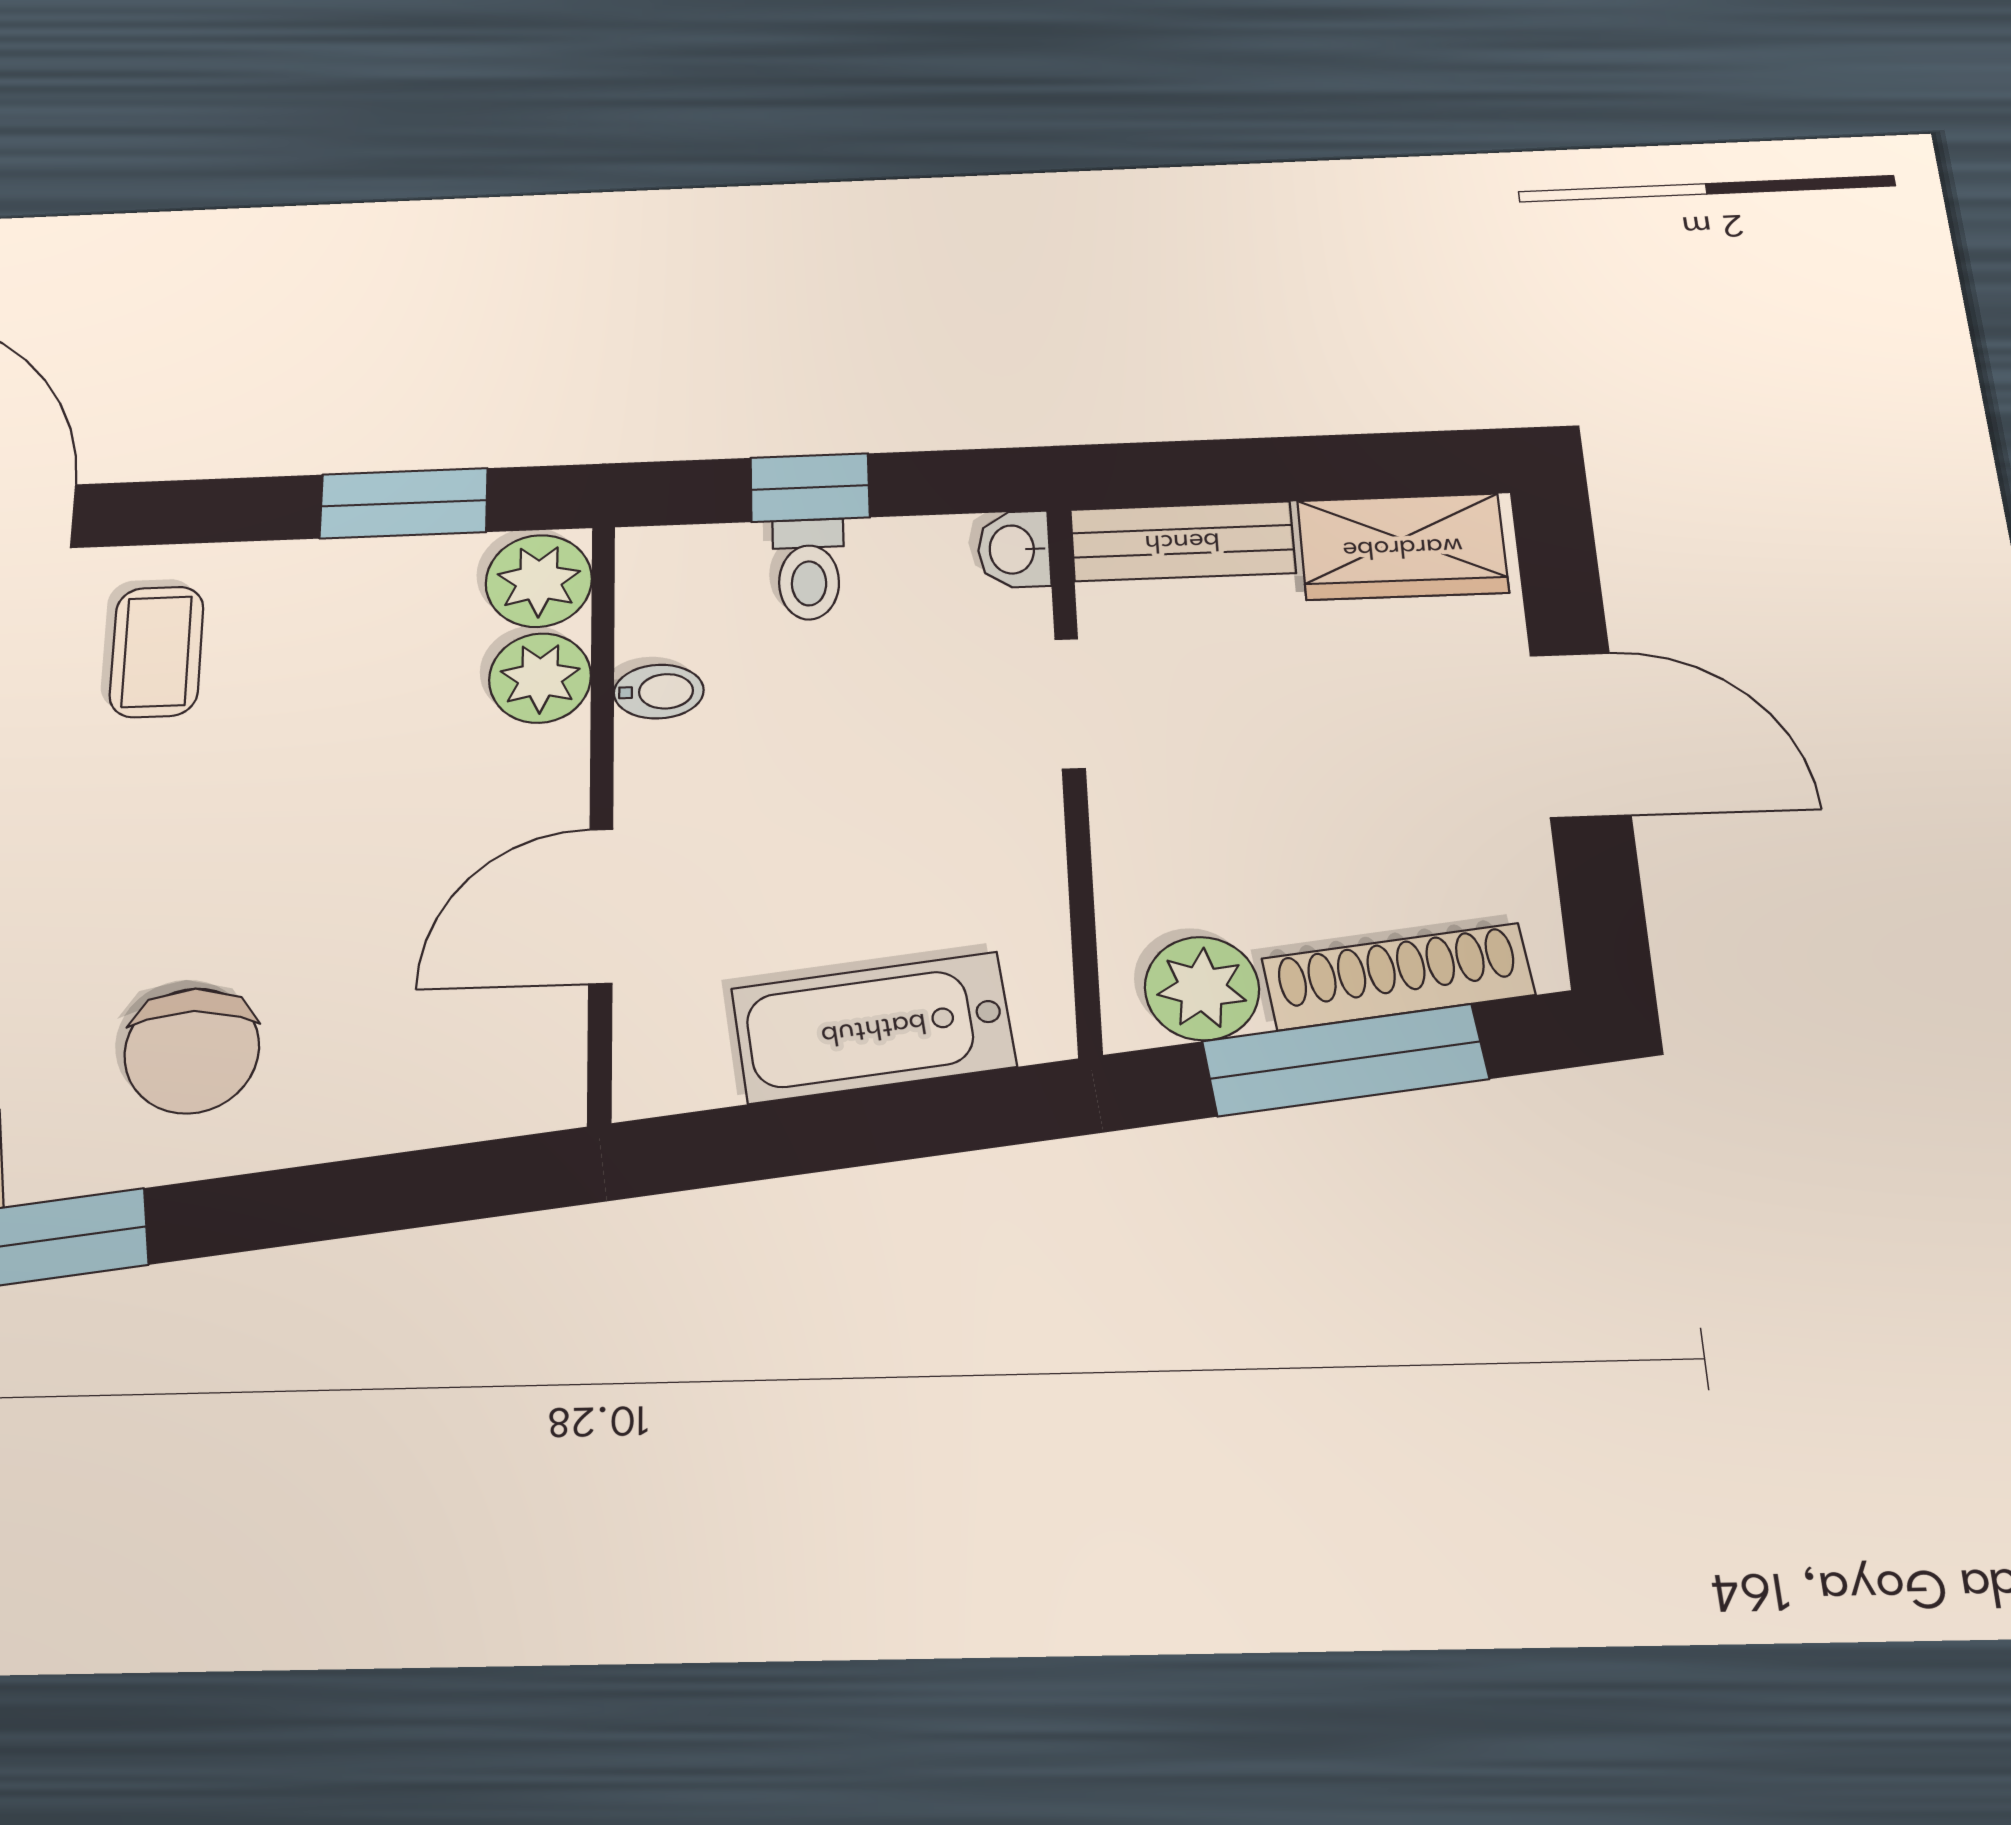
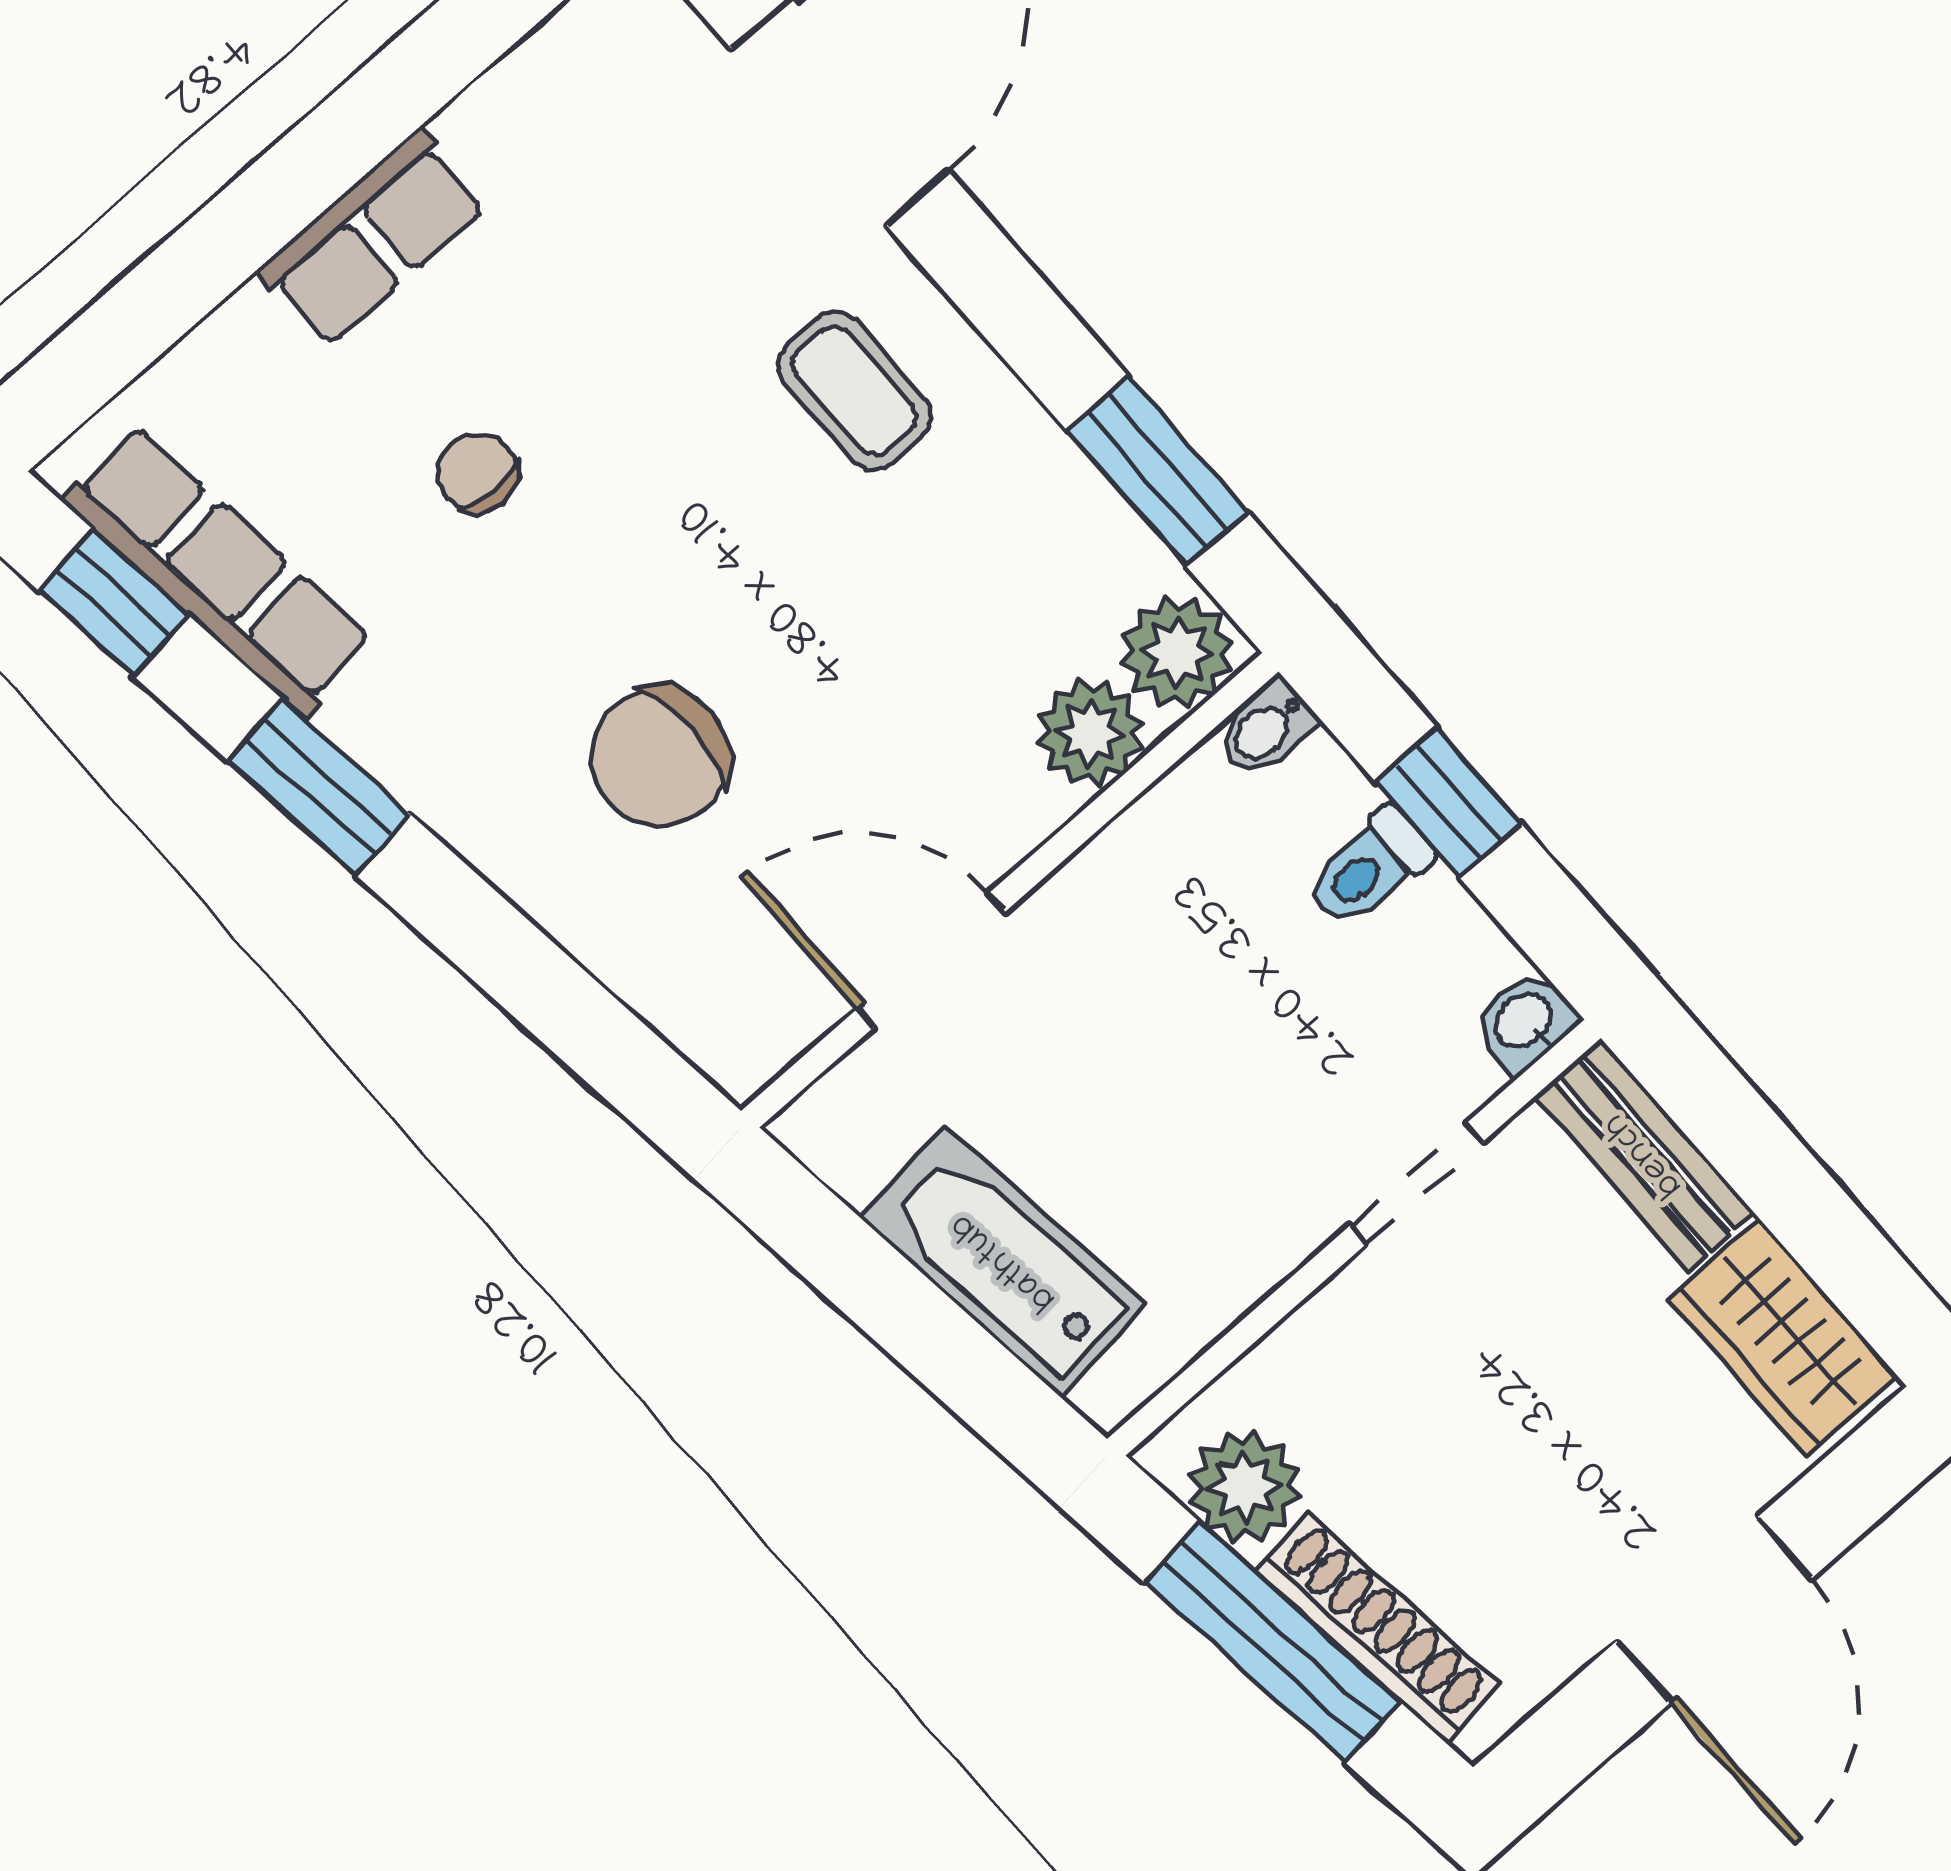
coffee table: (157, 652) -> (854, 391), turned 90
bidet: (659, 692) -> (1266, 729), moved, turned 90
chair: (192, 1051) -> (660, 757), moved

